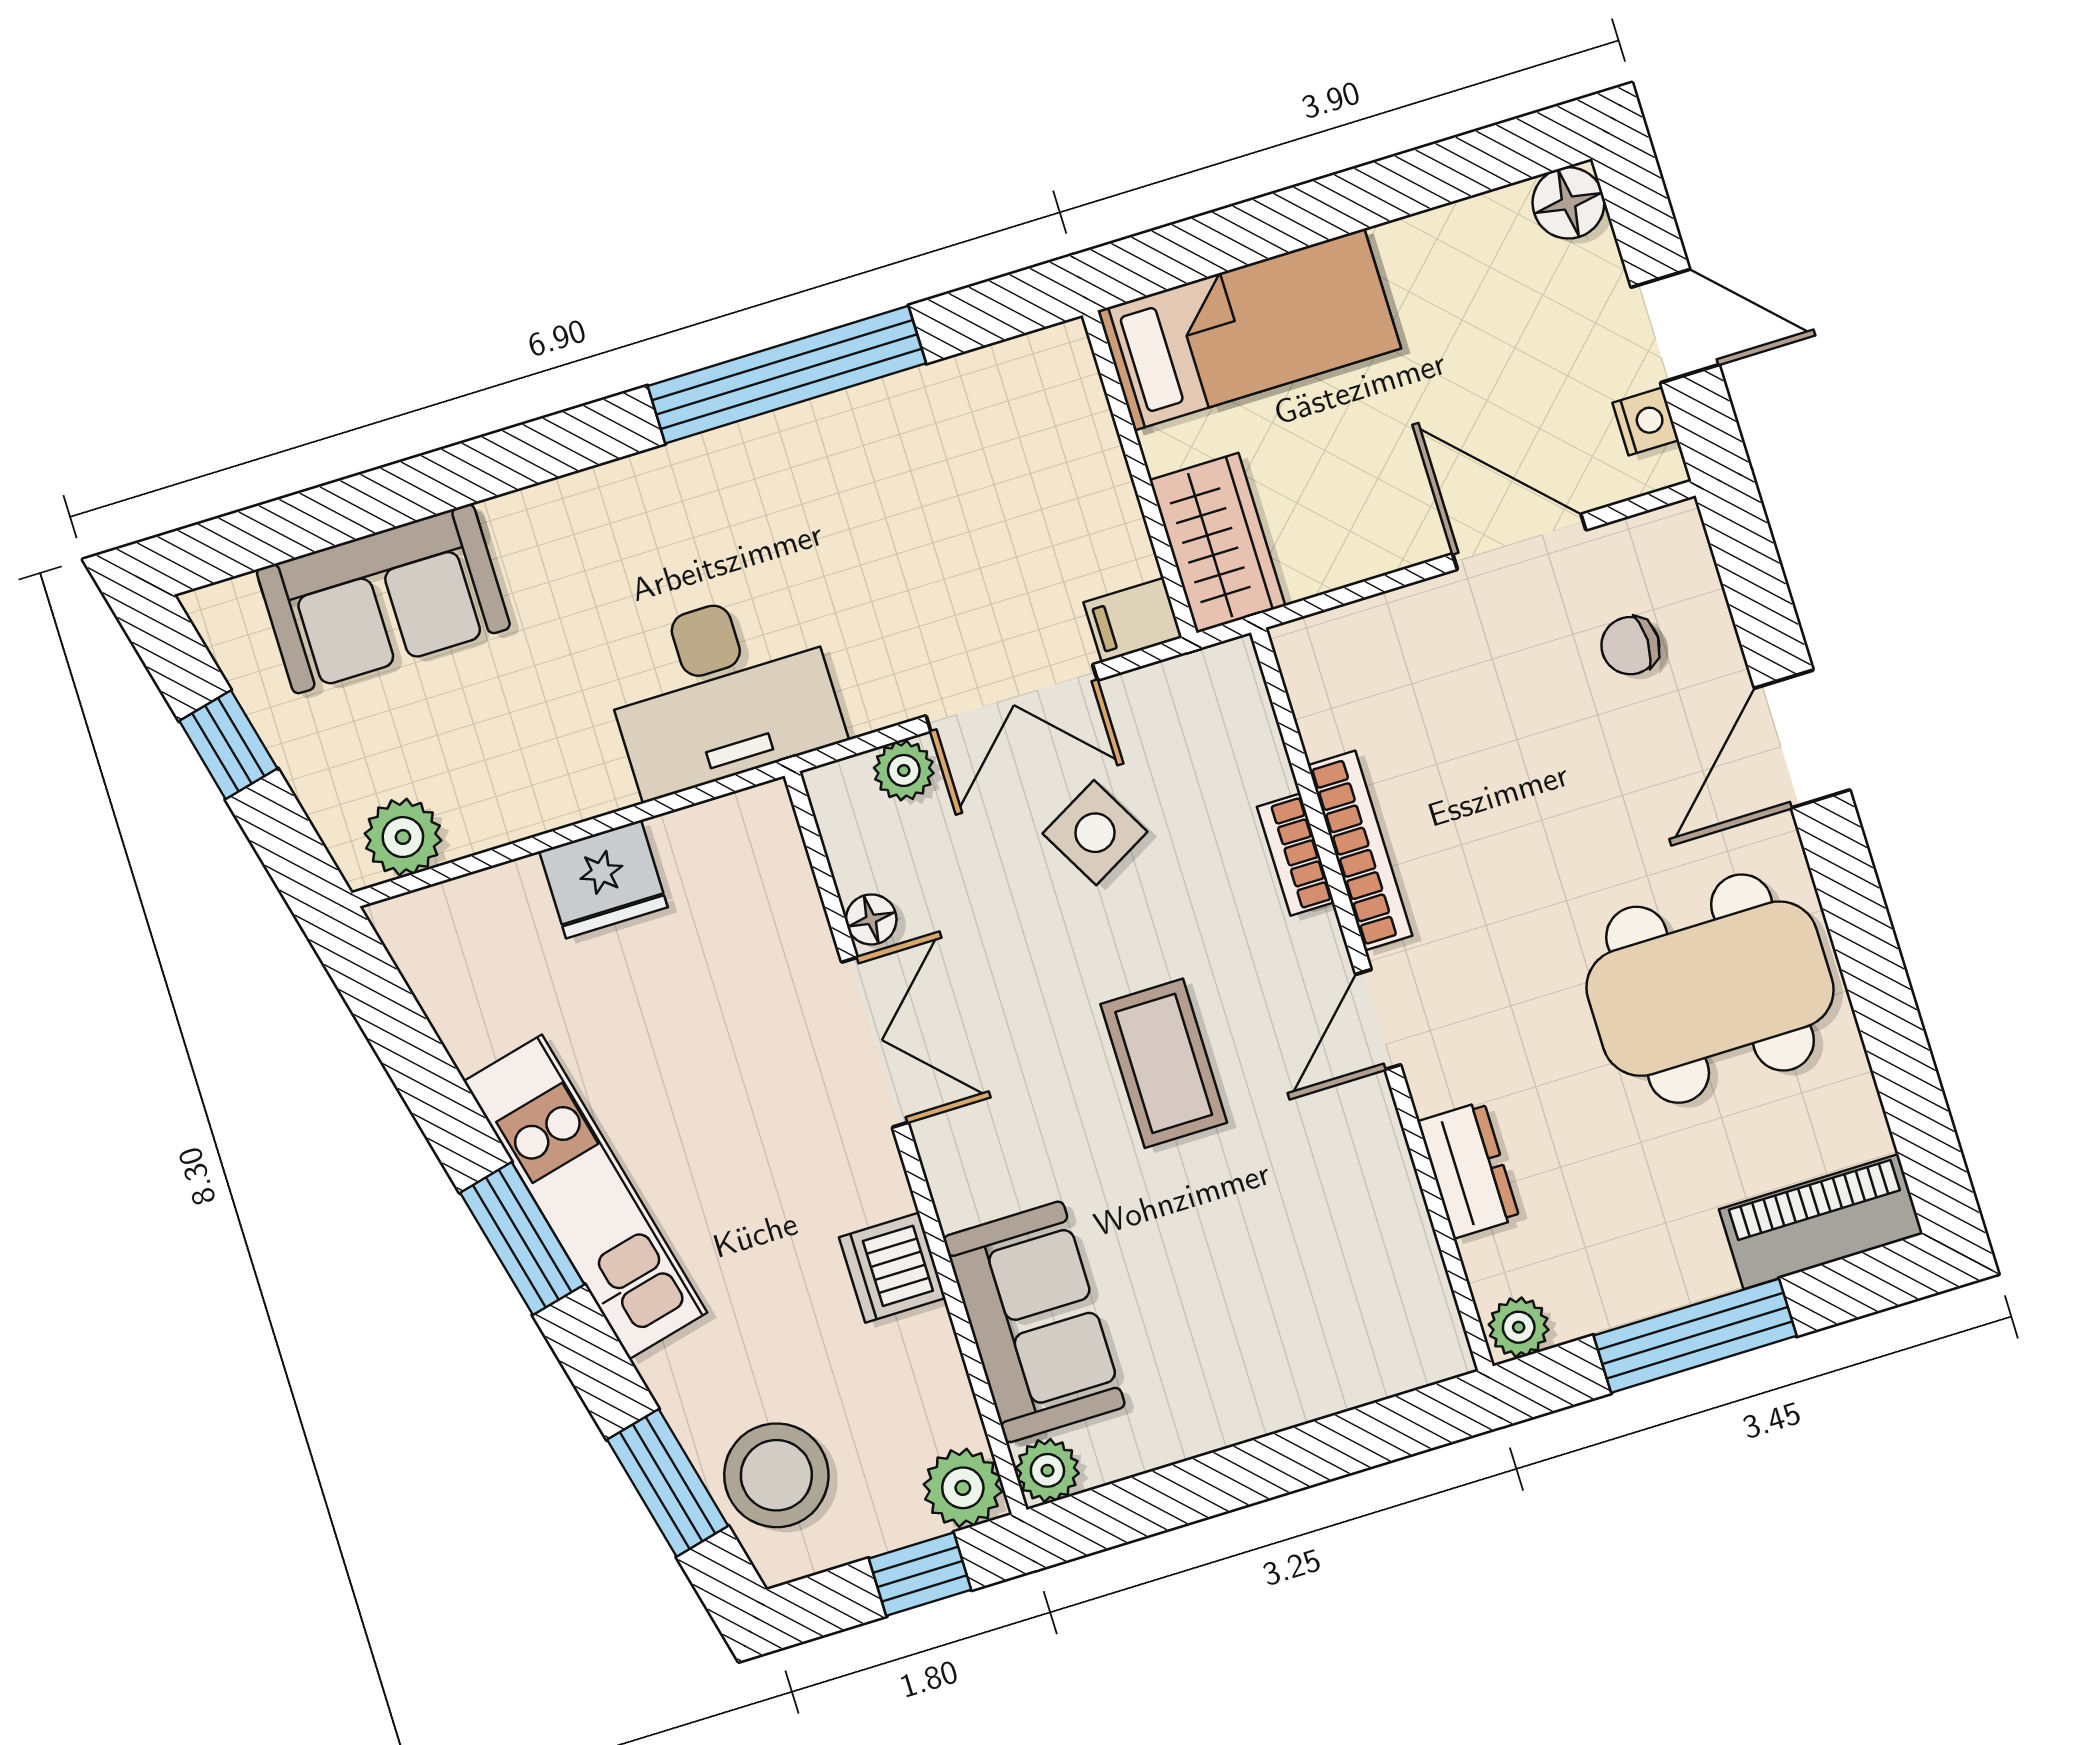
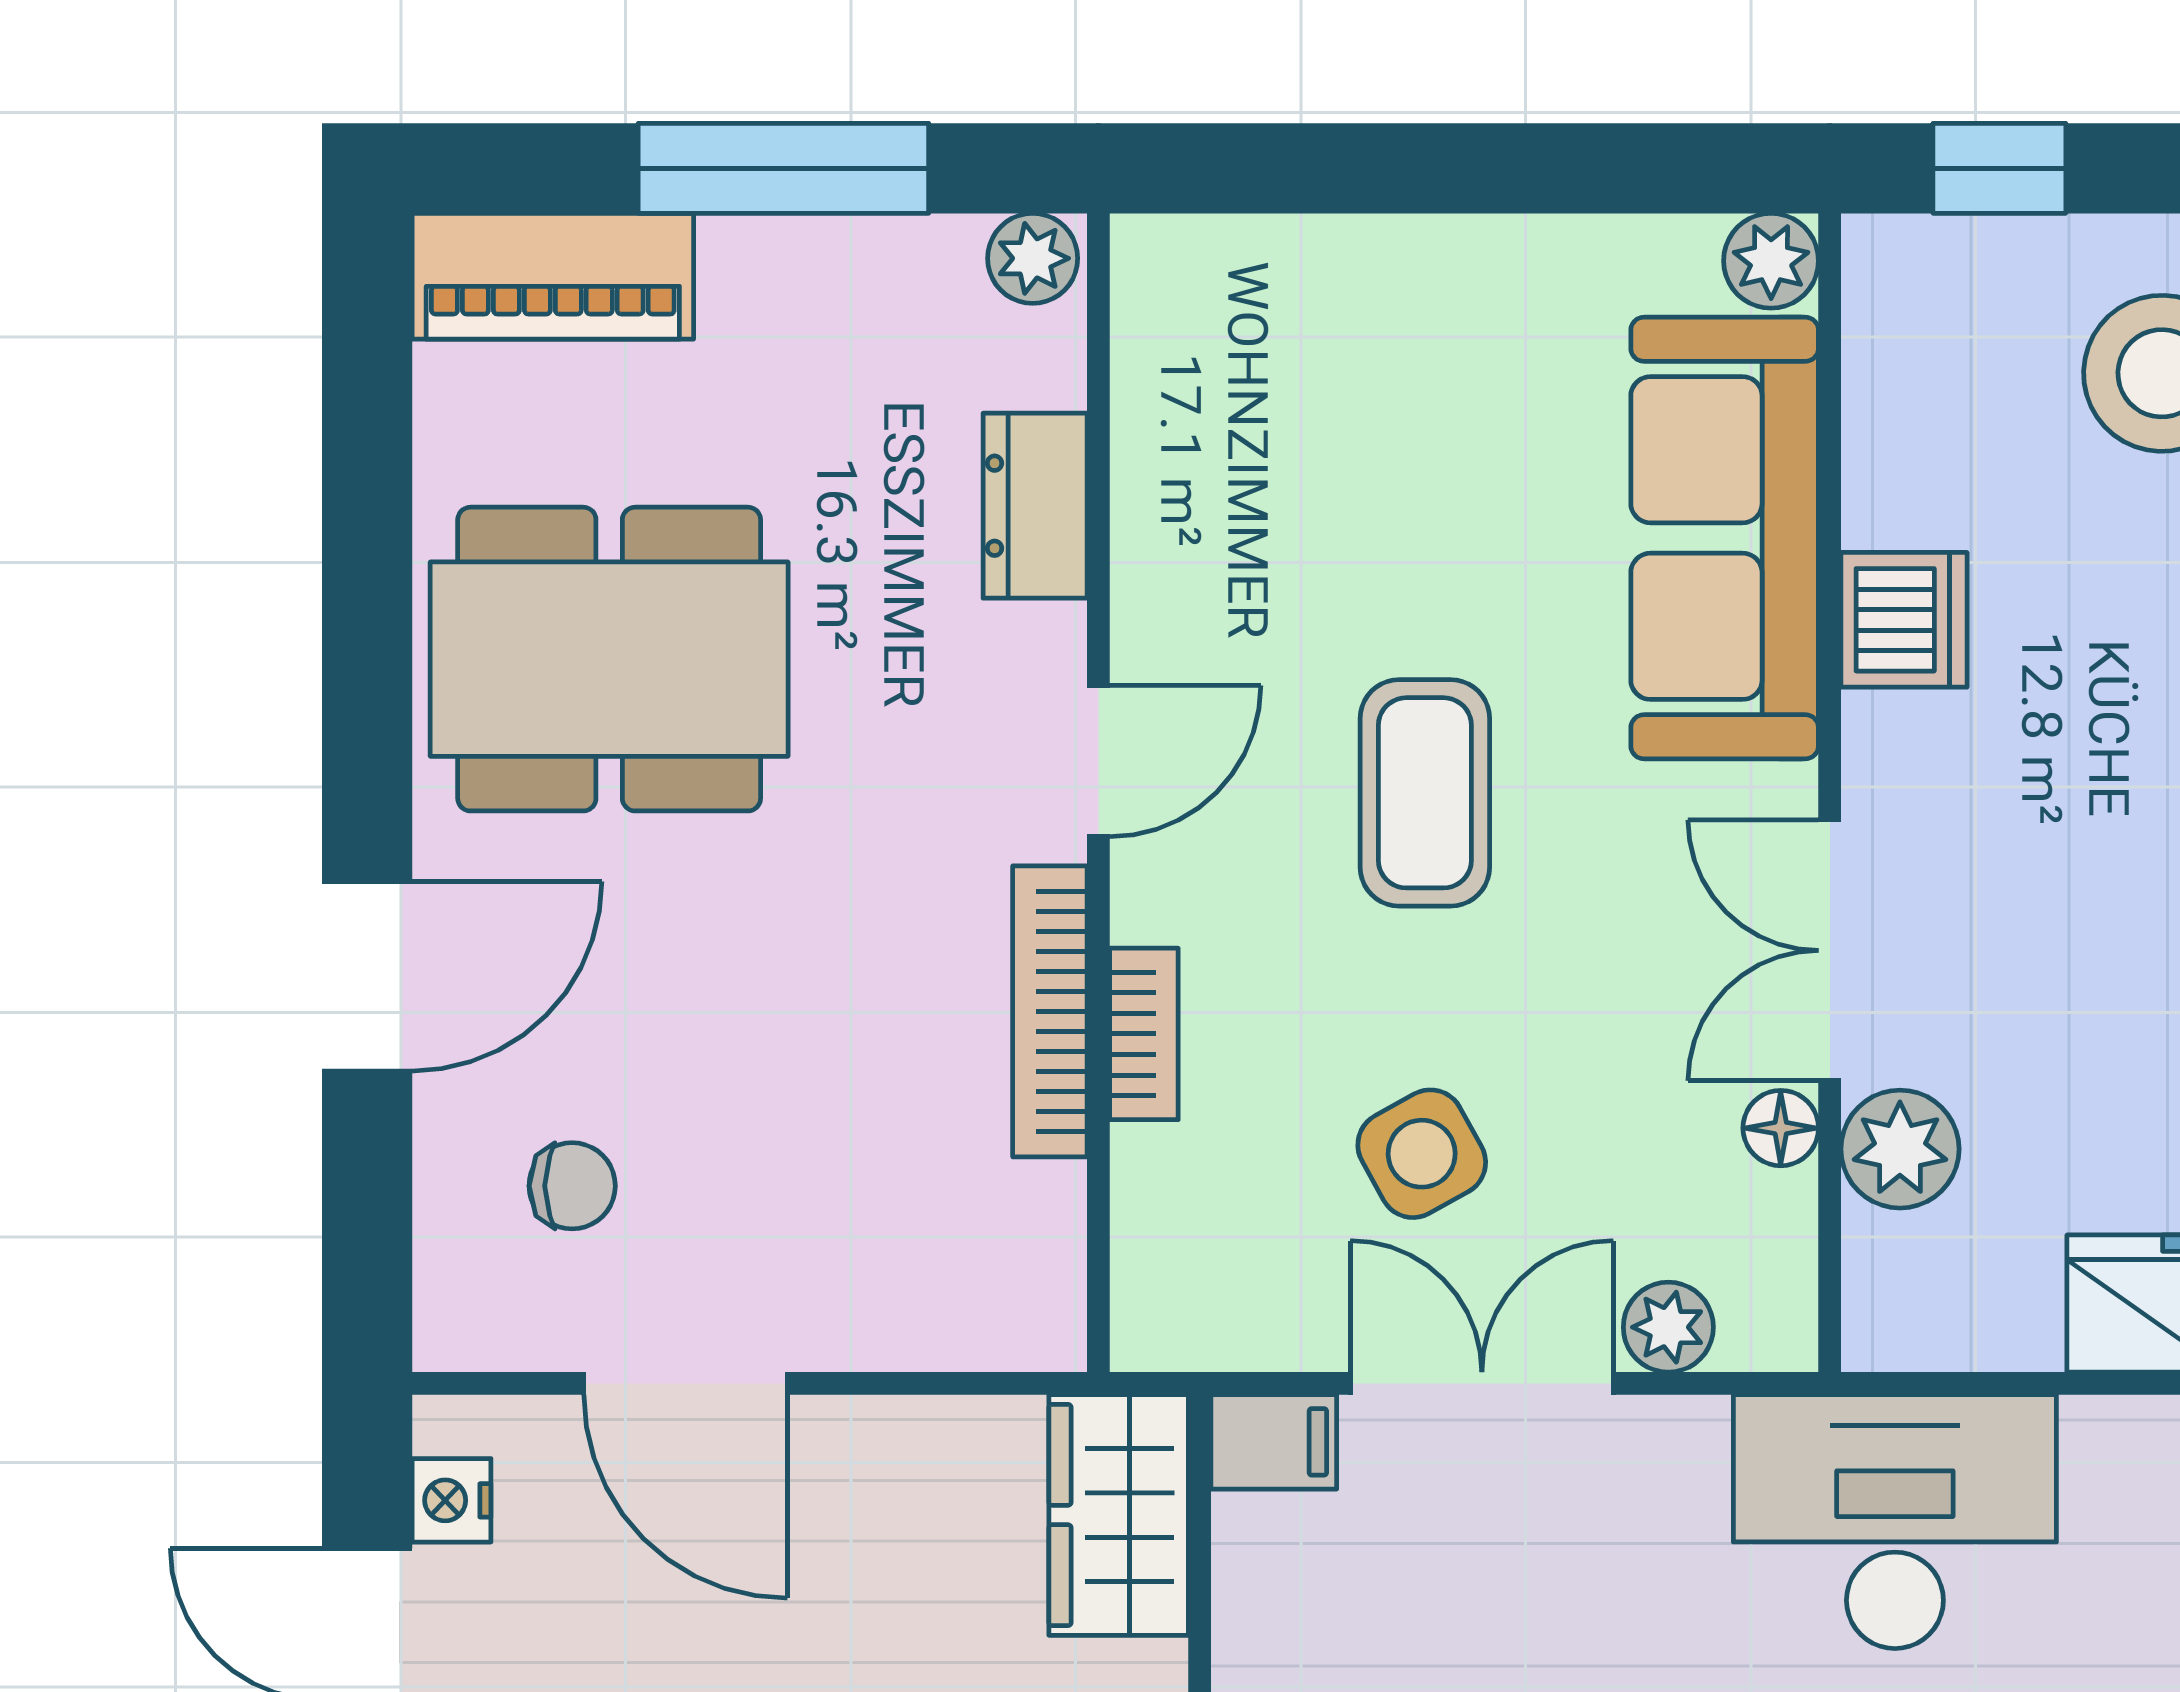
sofa: (1034, 1322) -> (1725, 538), width x1.36
plant: (963, 1488) -> (1900, 1149), moved

